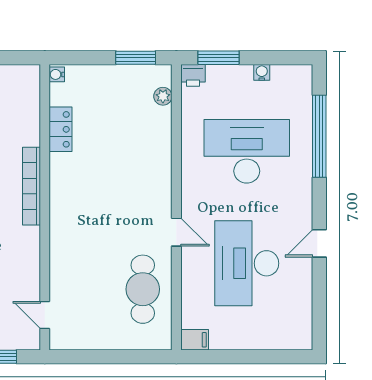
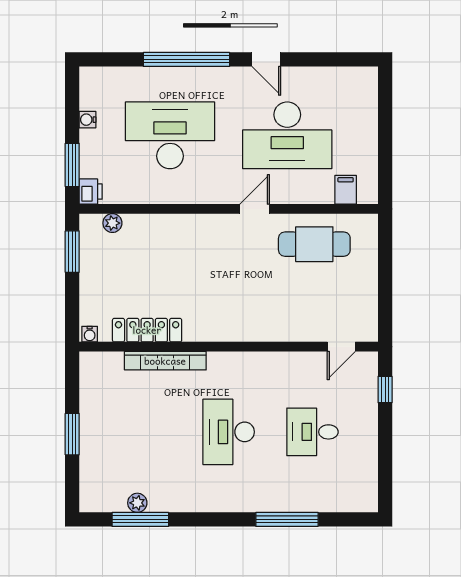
locker: (61, 129) -> (147, 330), width x1.53
window: (319, 136) -> (186, 59), moved
desk: (247, 151) -> (170, 135), turned 90
bookcase: (31, 186) -> (165, 361), moved
filing cabinet: (195, 340) -> (346, 190), moved

